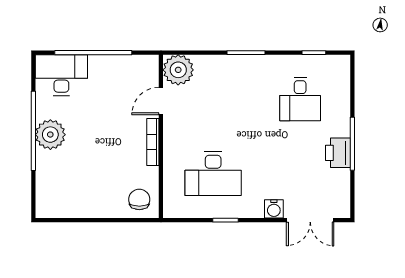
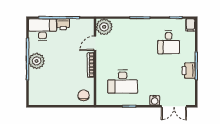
printer: (101, 65) -> (63, 24), added
filing cabinet: (341, 66) -> (190, 25), added

